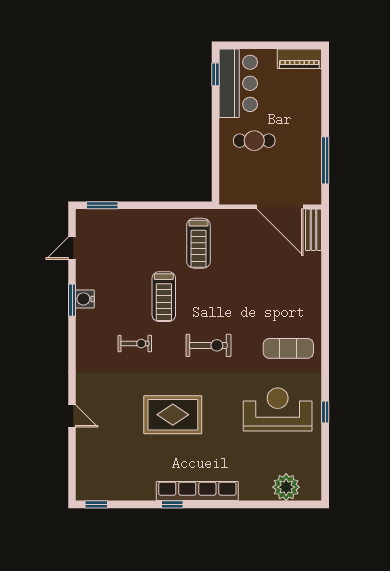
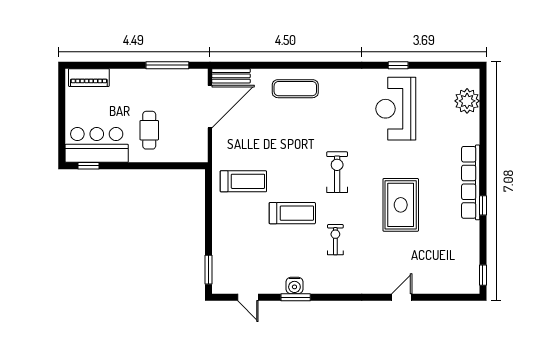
piano: (299, 59) -> (89, 78), moved, turned 90
exercise mat: (288, 348) -> (295, 89), moved, turned 90

